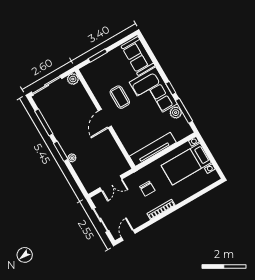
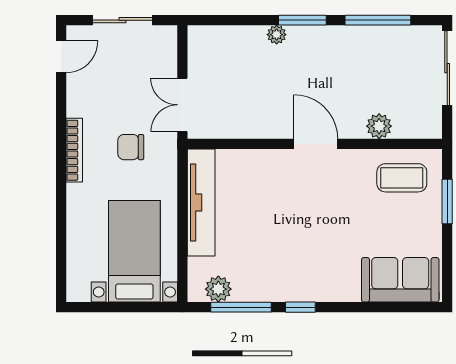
plant: (73, 79) -> (379, 126), moved
corner sofa: (153, 93) -> (311, 267), removed
coffee table: (120, 97) -> (402, 178), moved
plant: (176, 113) -> (218, 289), moved
double door: (111, 183) -> (182, 105), moved
door: (128, 235) -> (61, 57), hinge flipped

